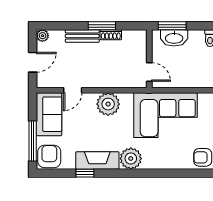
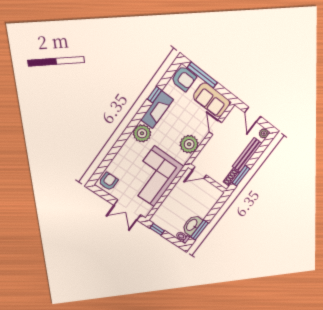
window: (172, 26) -> (199, 230), moved
bench: (82, 36) -> (247, 155), width x1.36
washbasin: (174, 38) -> (192, 225), moved
wall: (149, 59) -> (208, 178), moved
door: (149, 72) -> (199, 173), moved

